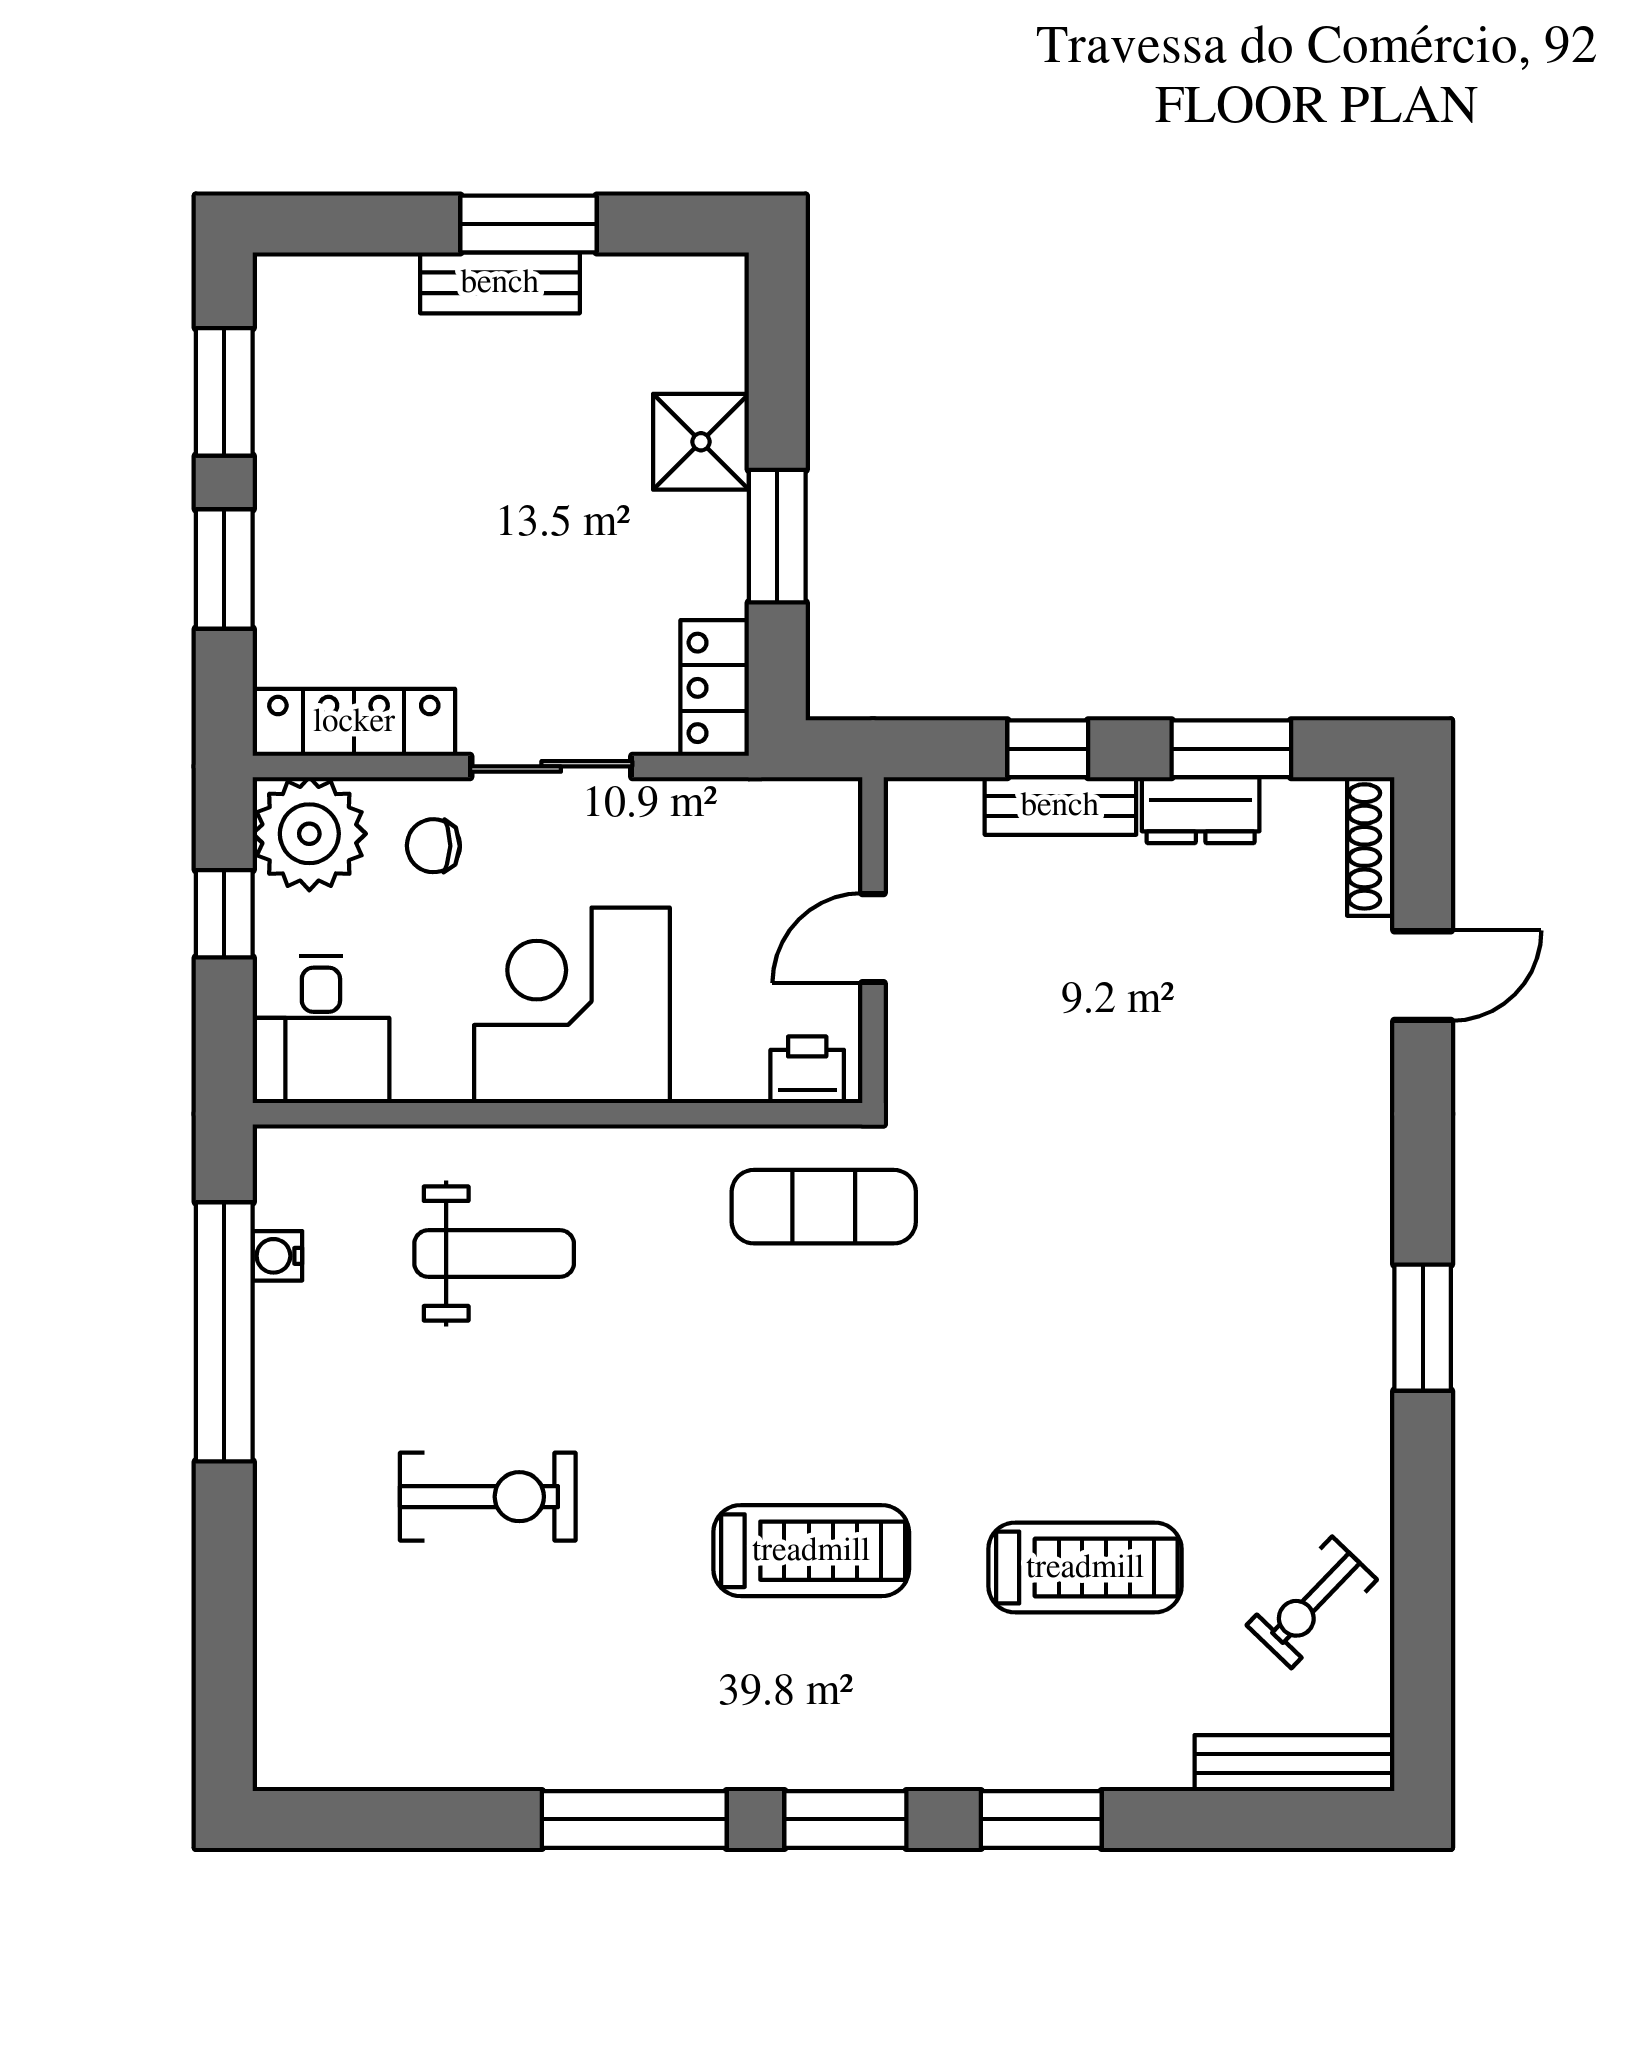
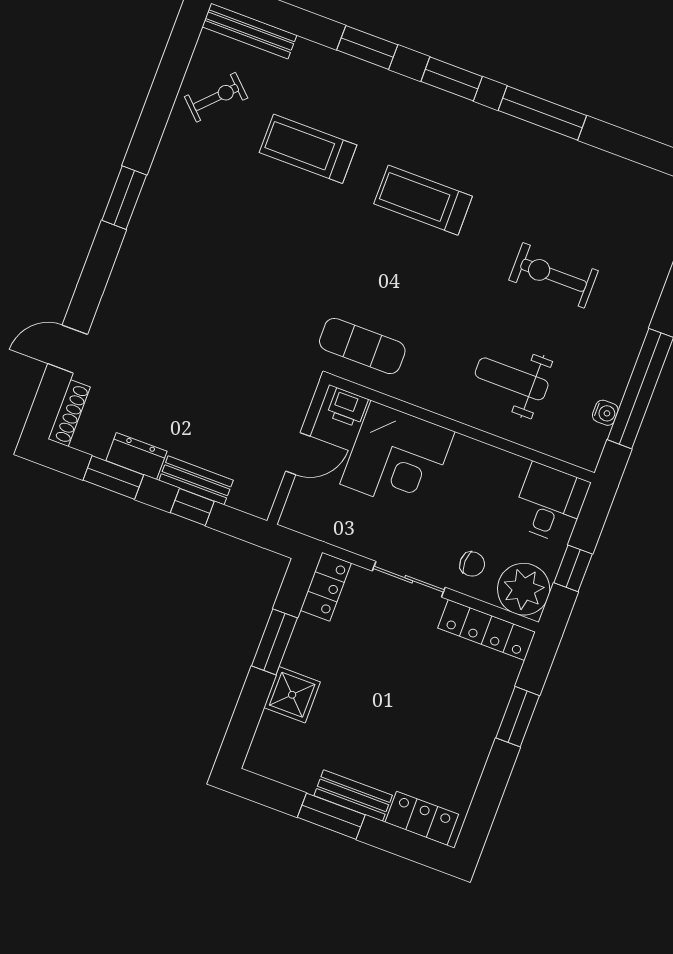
locker: (342, 289) -> (422, 818), added
window: (224, 392) -> (489, 793), removed
corner desk: (572, 1005) -> (397, 458), moved

